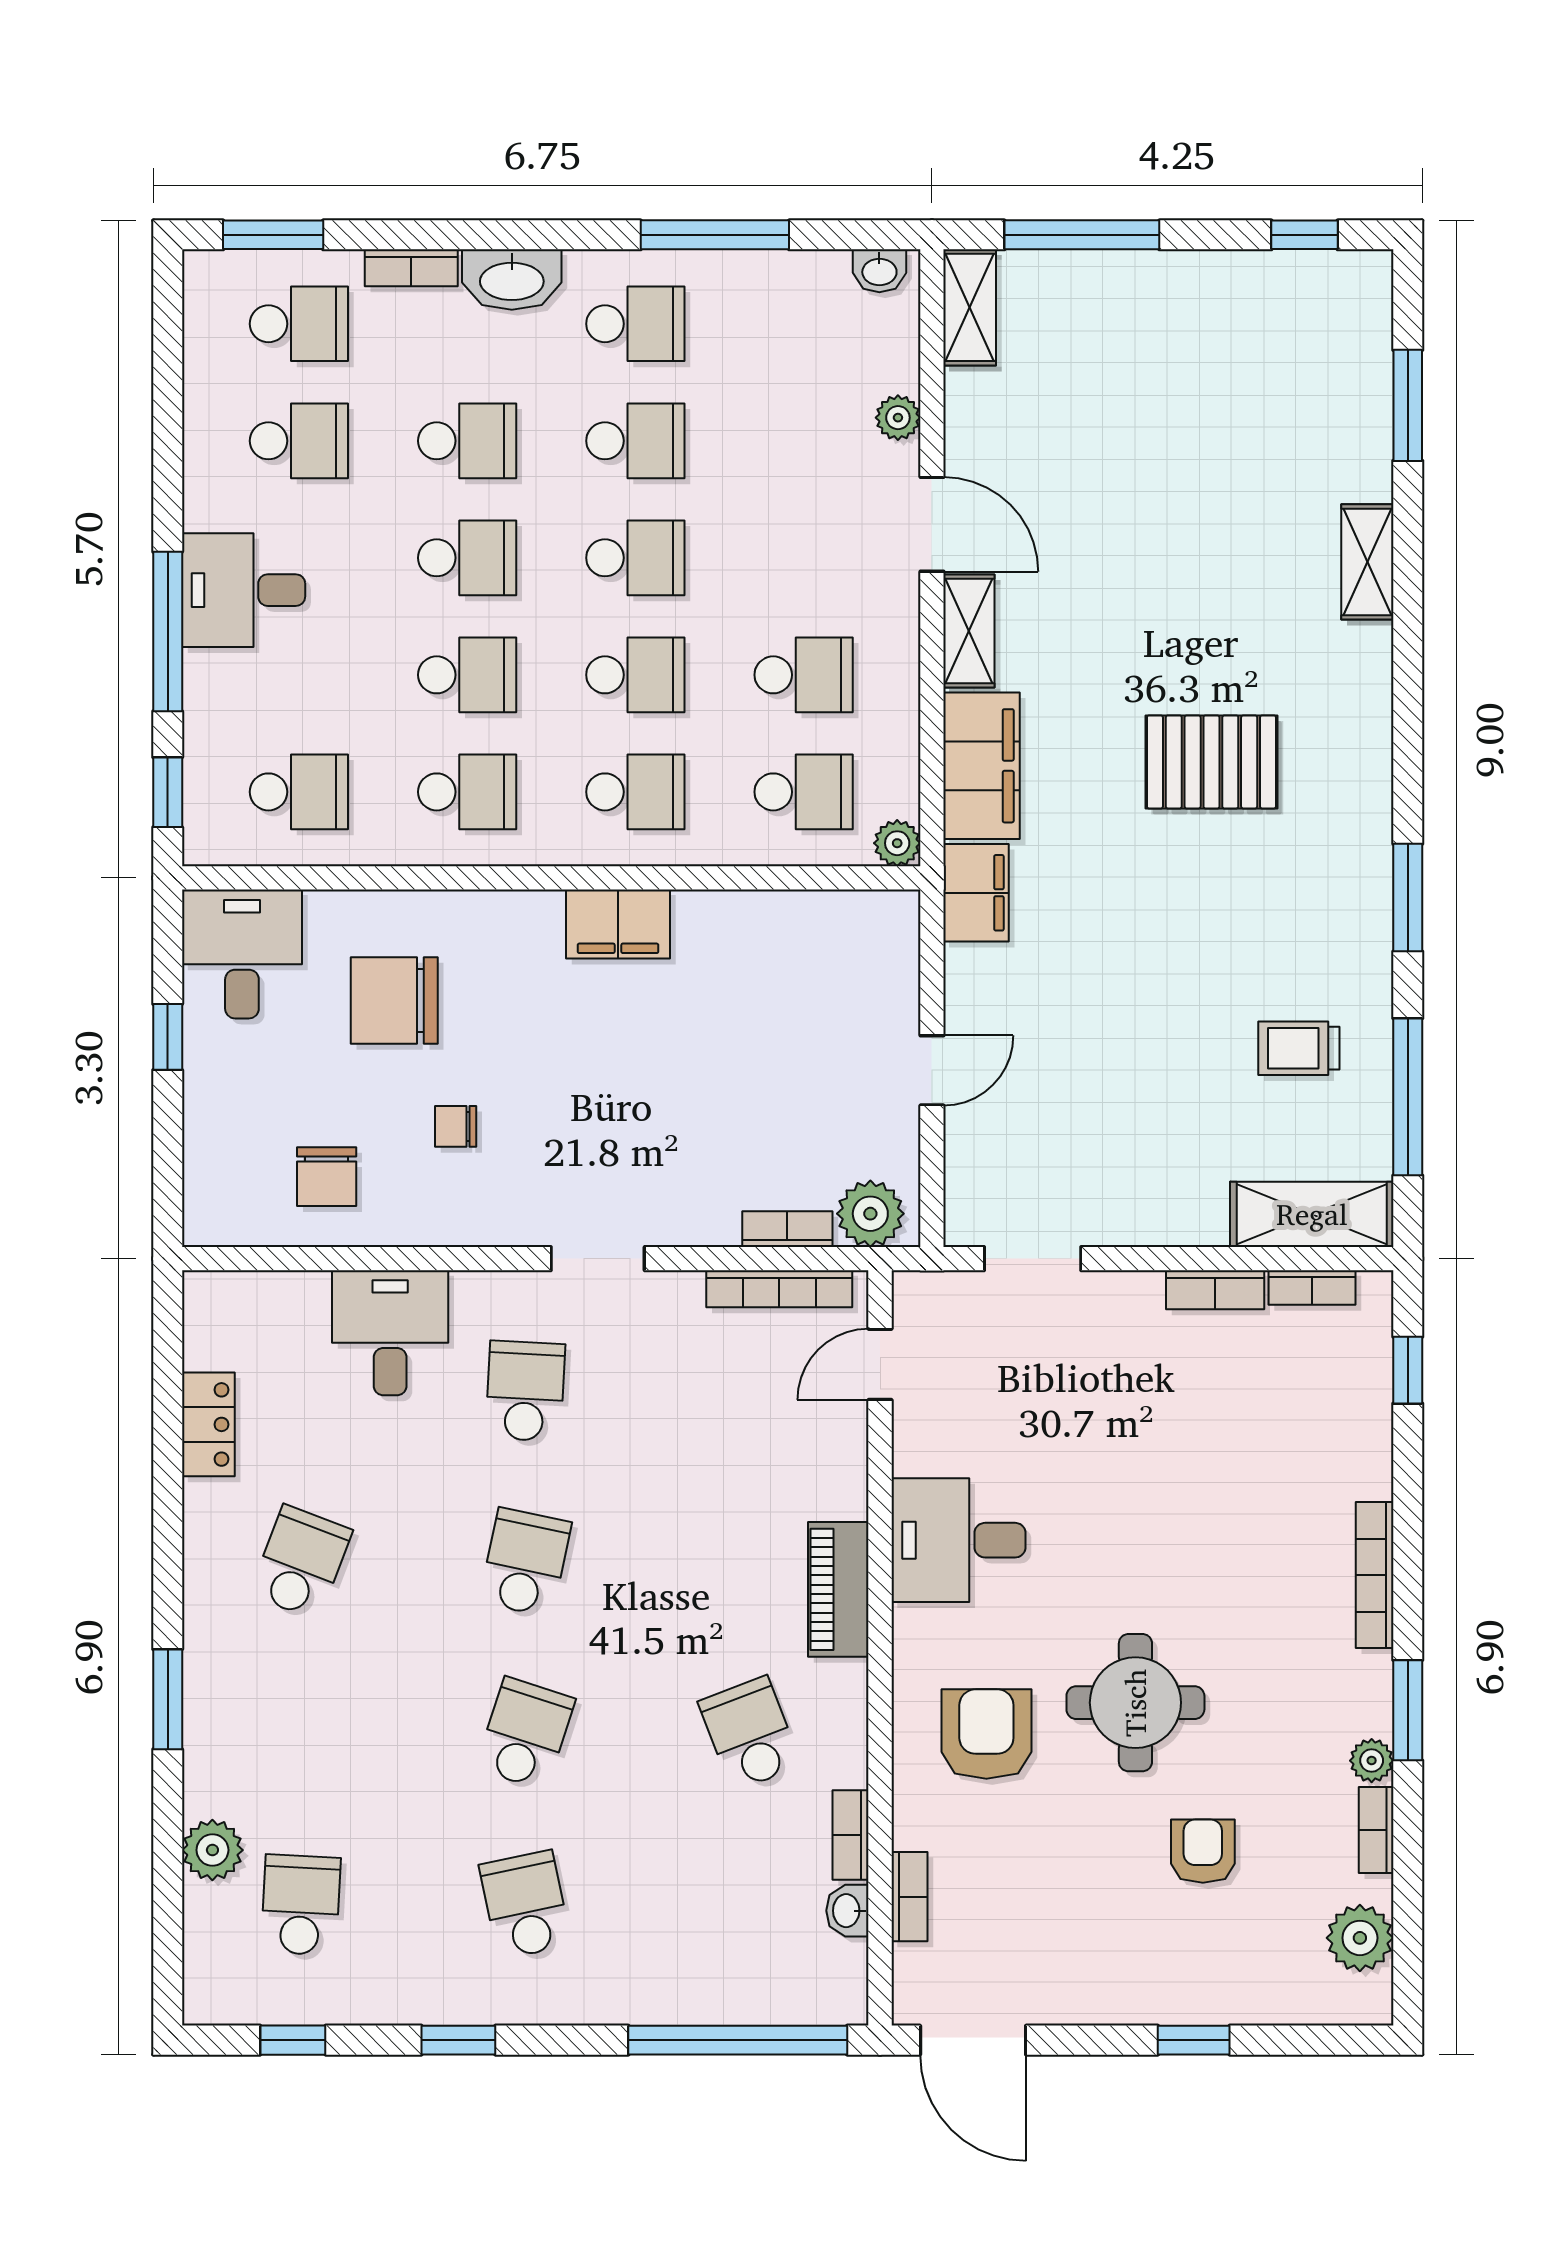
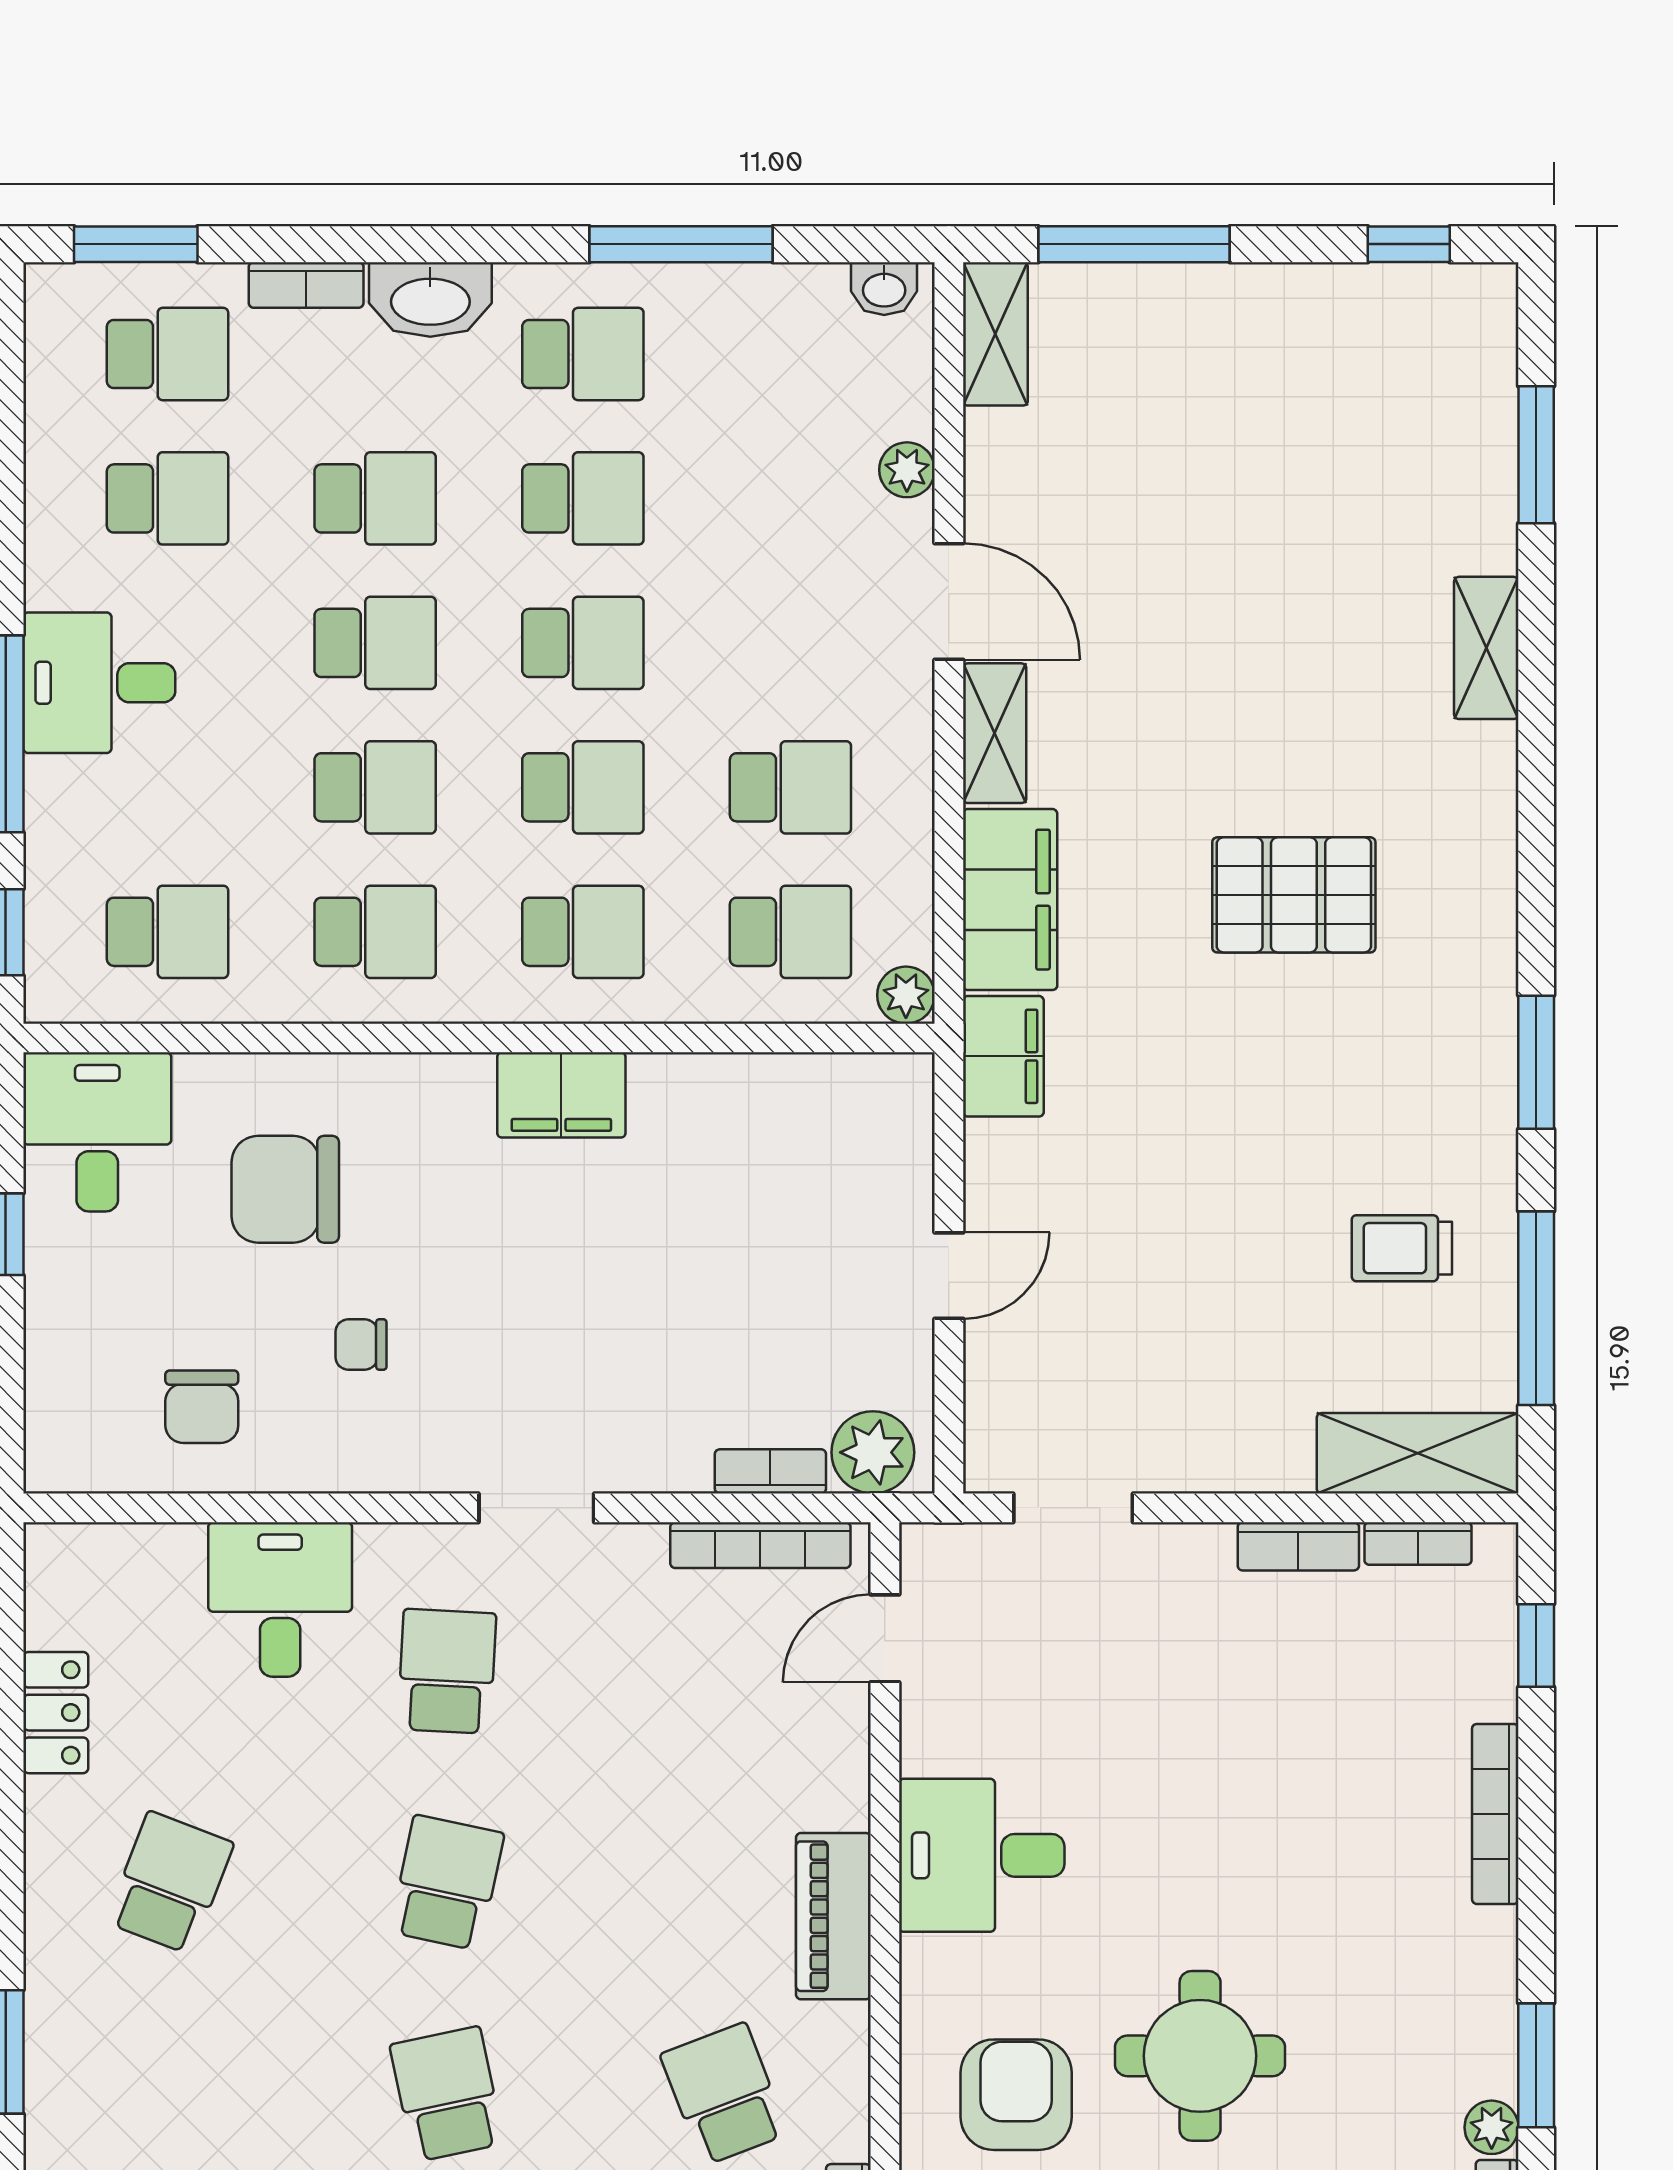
bookcase: (1375, 1575) -> (1495, 1814), moved
school desk: (525, 1734) -> (447, 2094), turned -30

